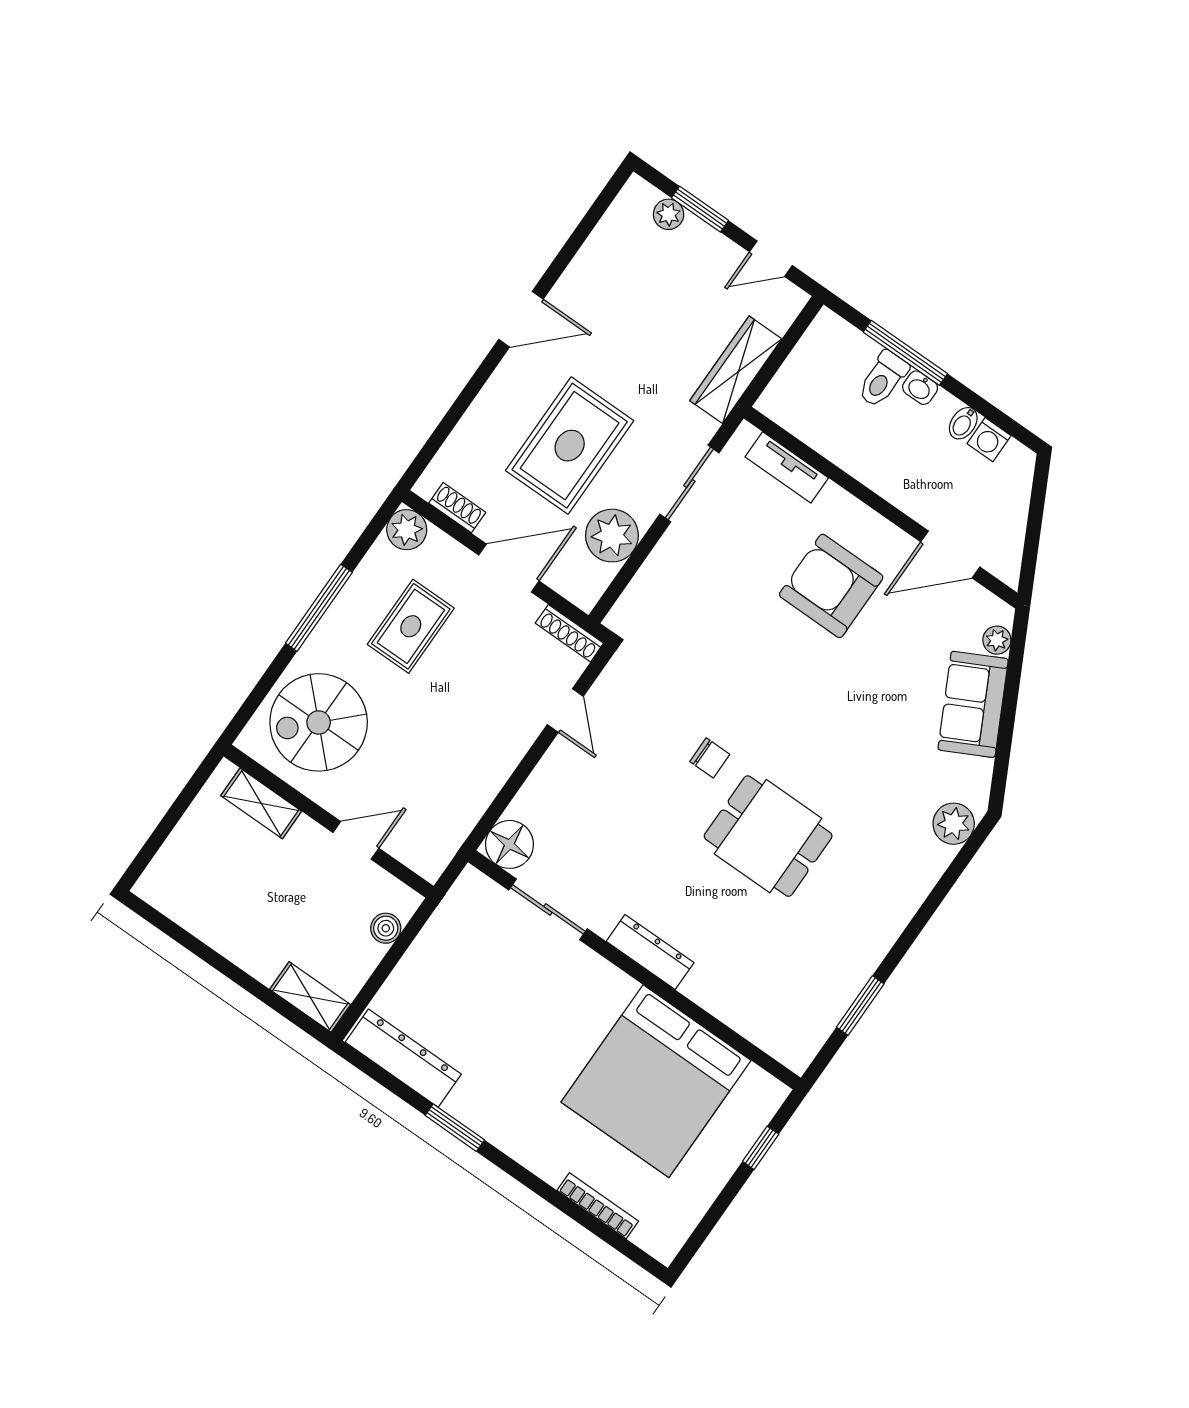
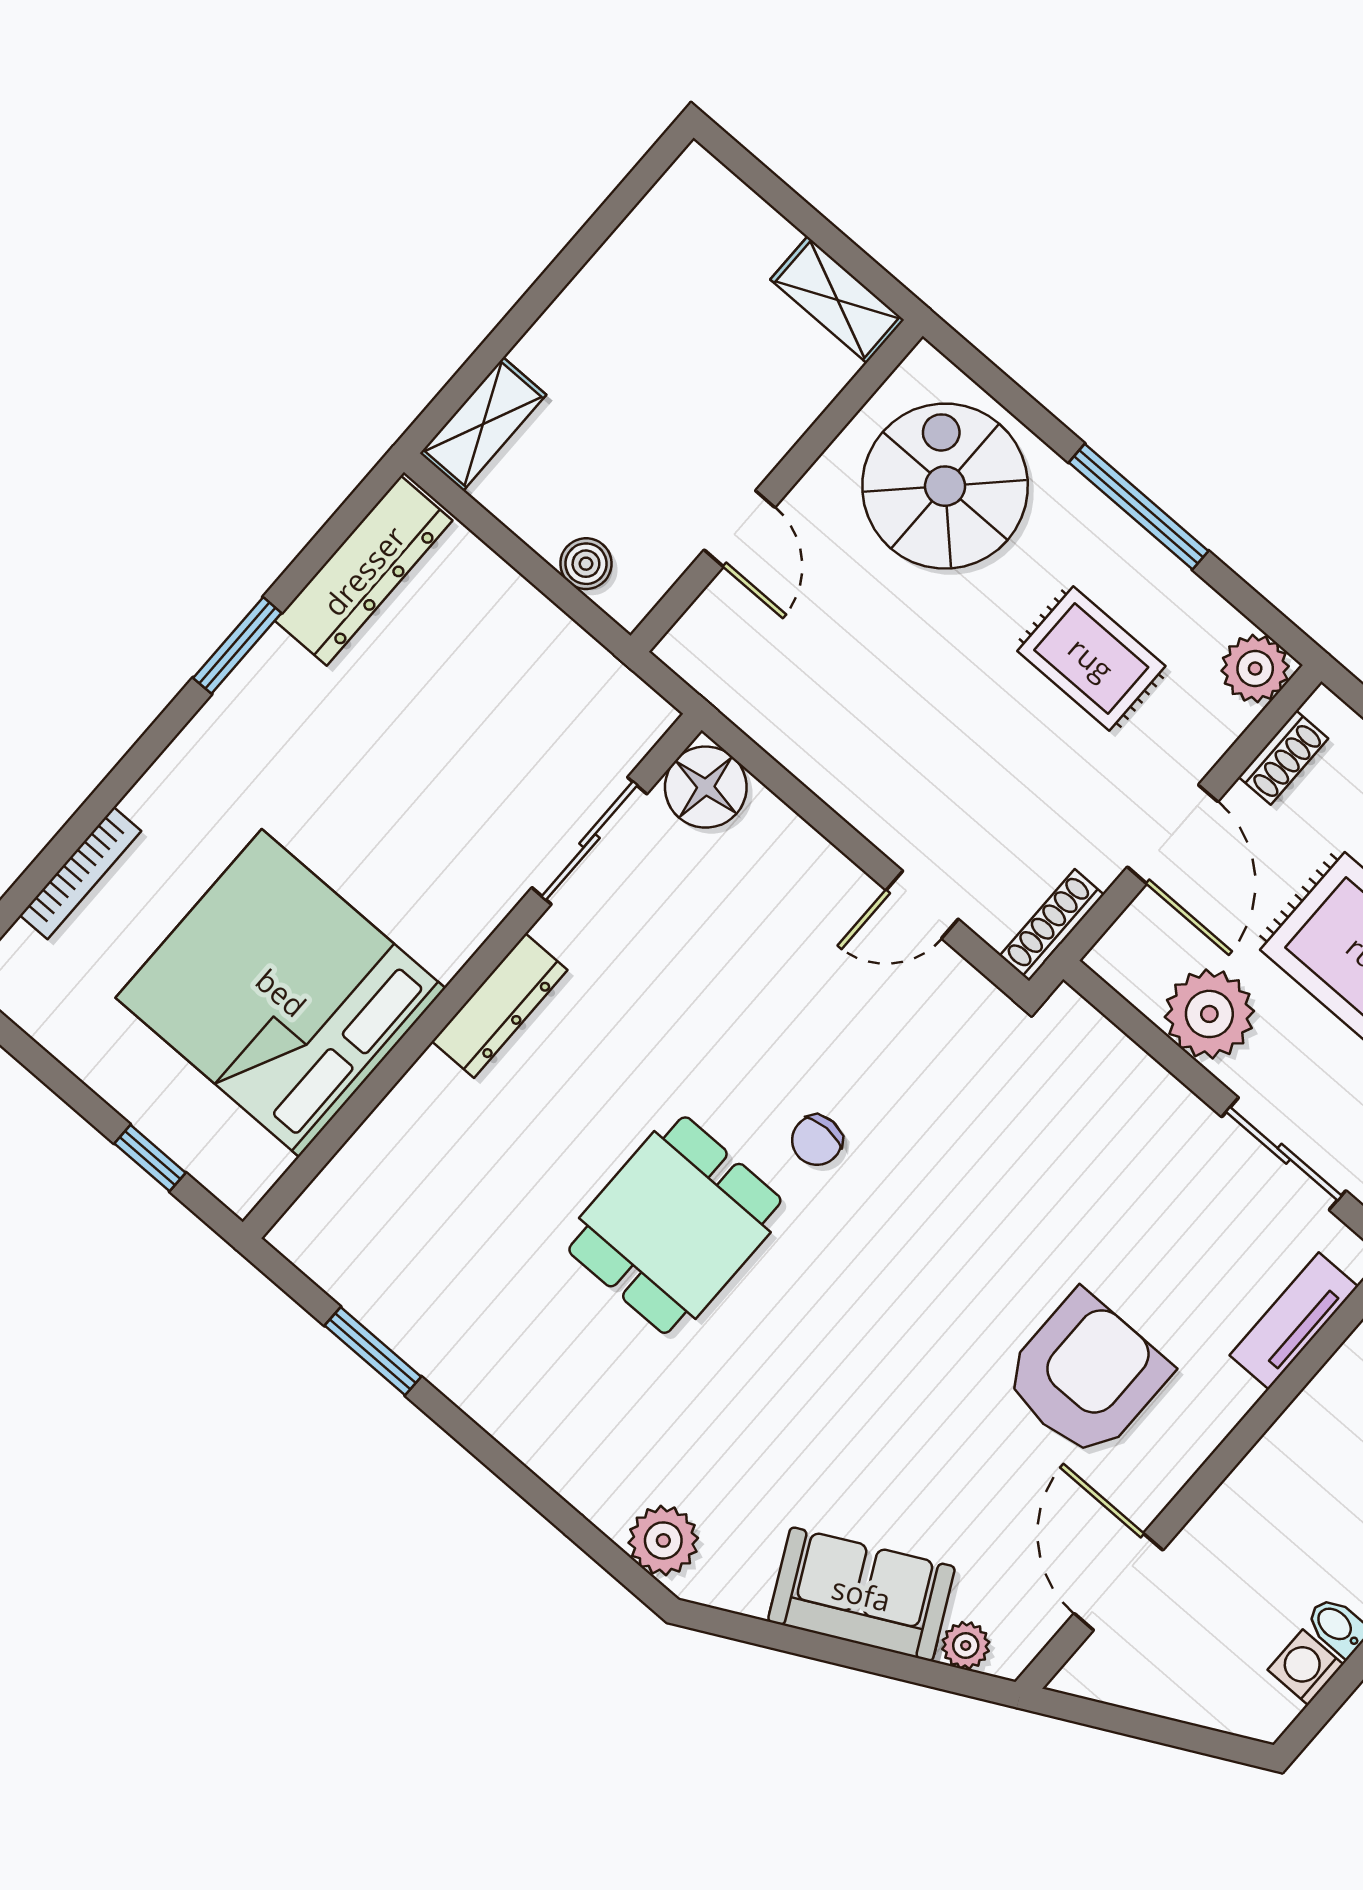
shelving: (261, 803) -> (837, 300), moved, turned 90

